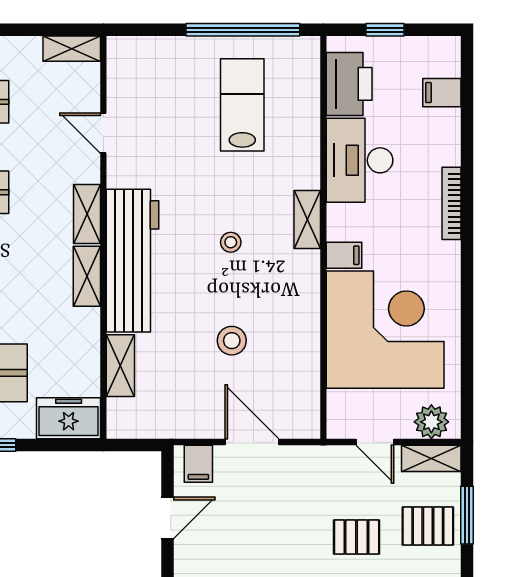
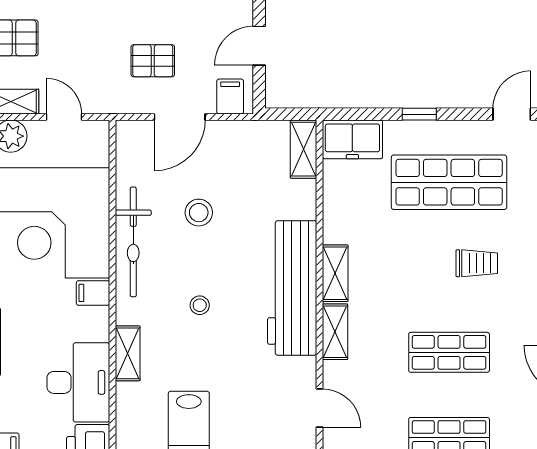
shelving: (307, 219) -> (128, 353), moved
bicycle: (301, 309) -> (133, 242), added
shelving: (120, 366) -> (304, 149), moved
door: (252, 442) -> (180, 117), hinge flipped
pallet: (357, 537) -> (153, 61), moved

